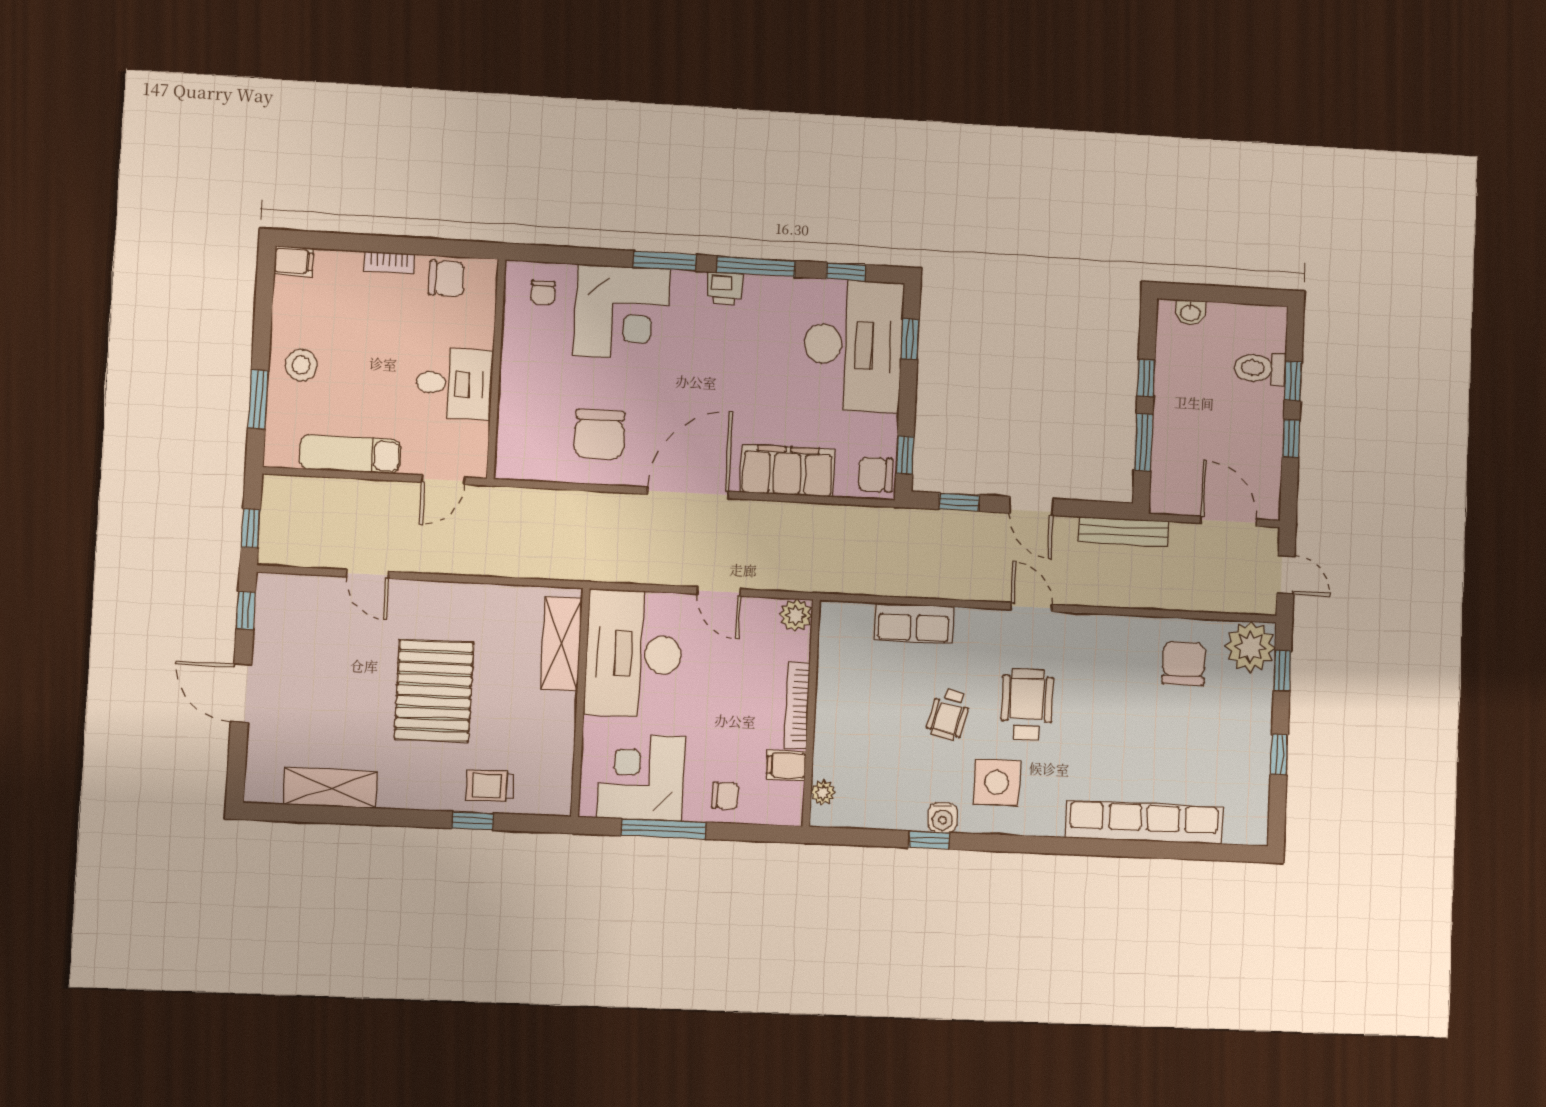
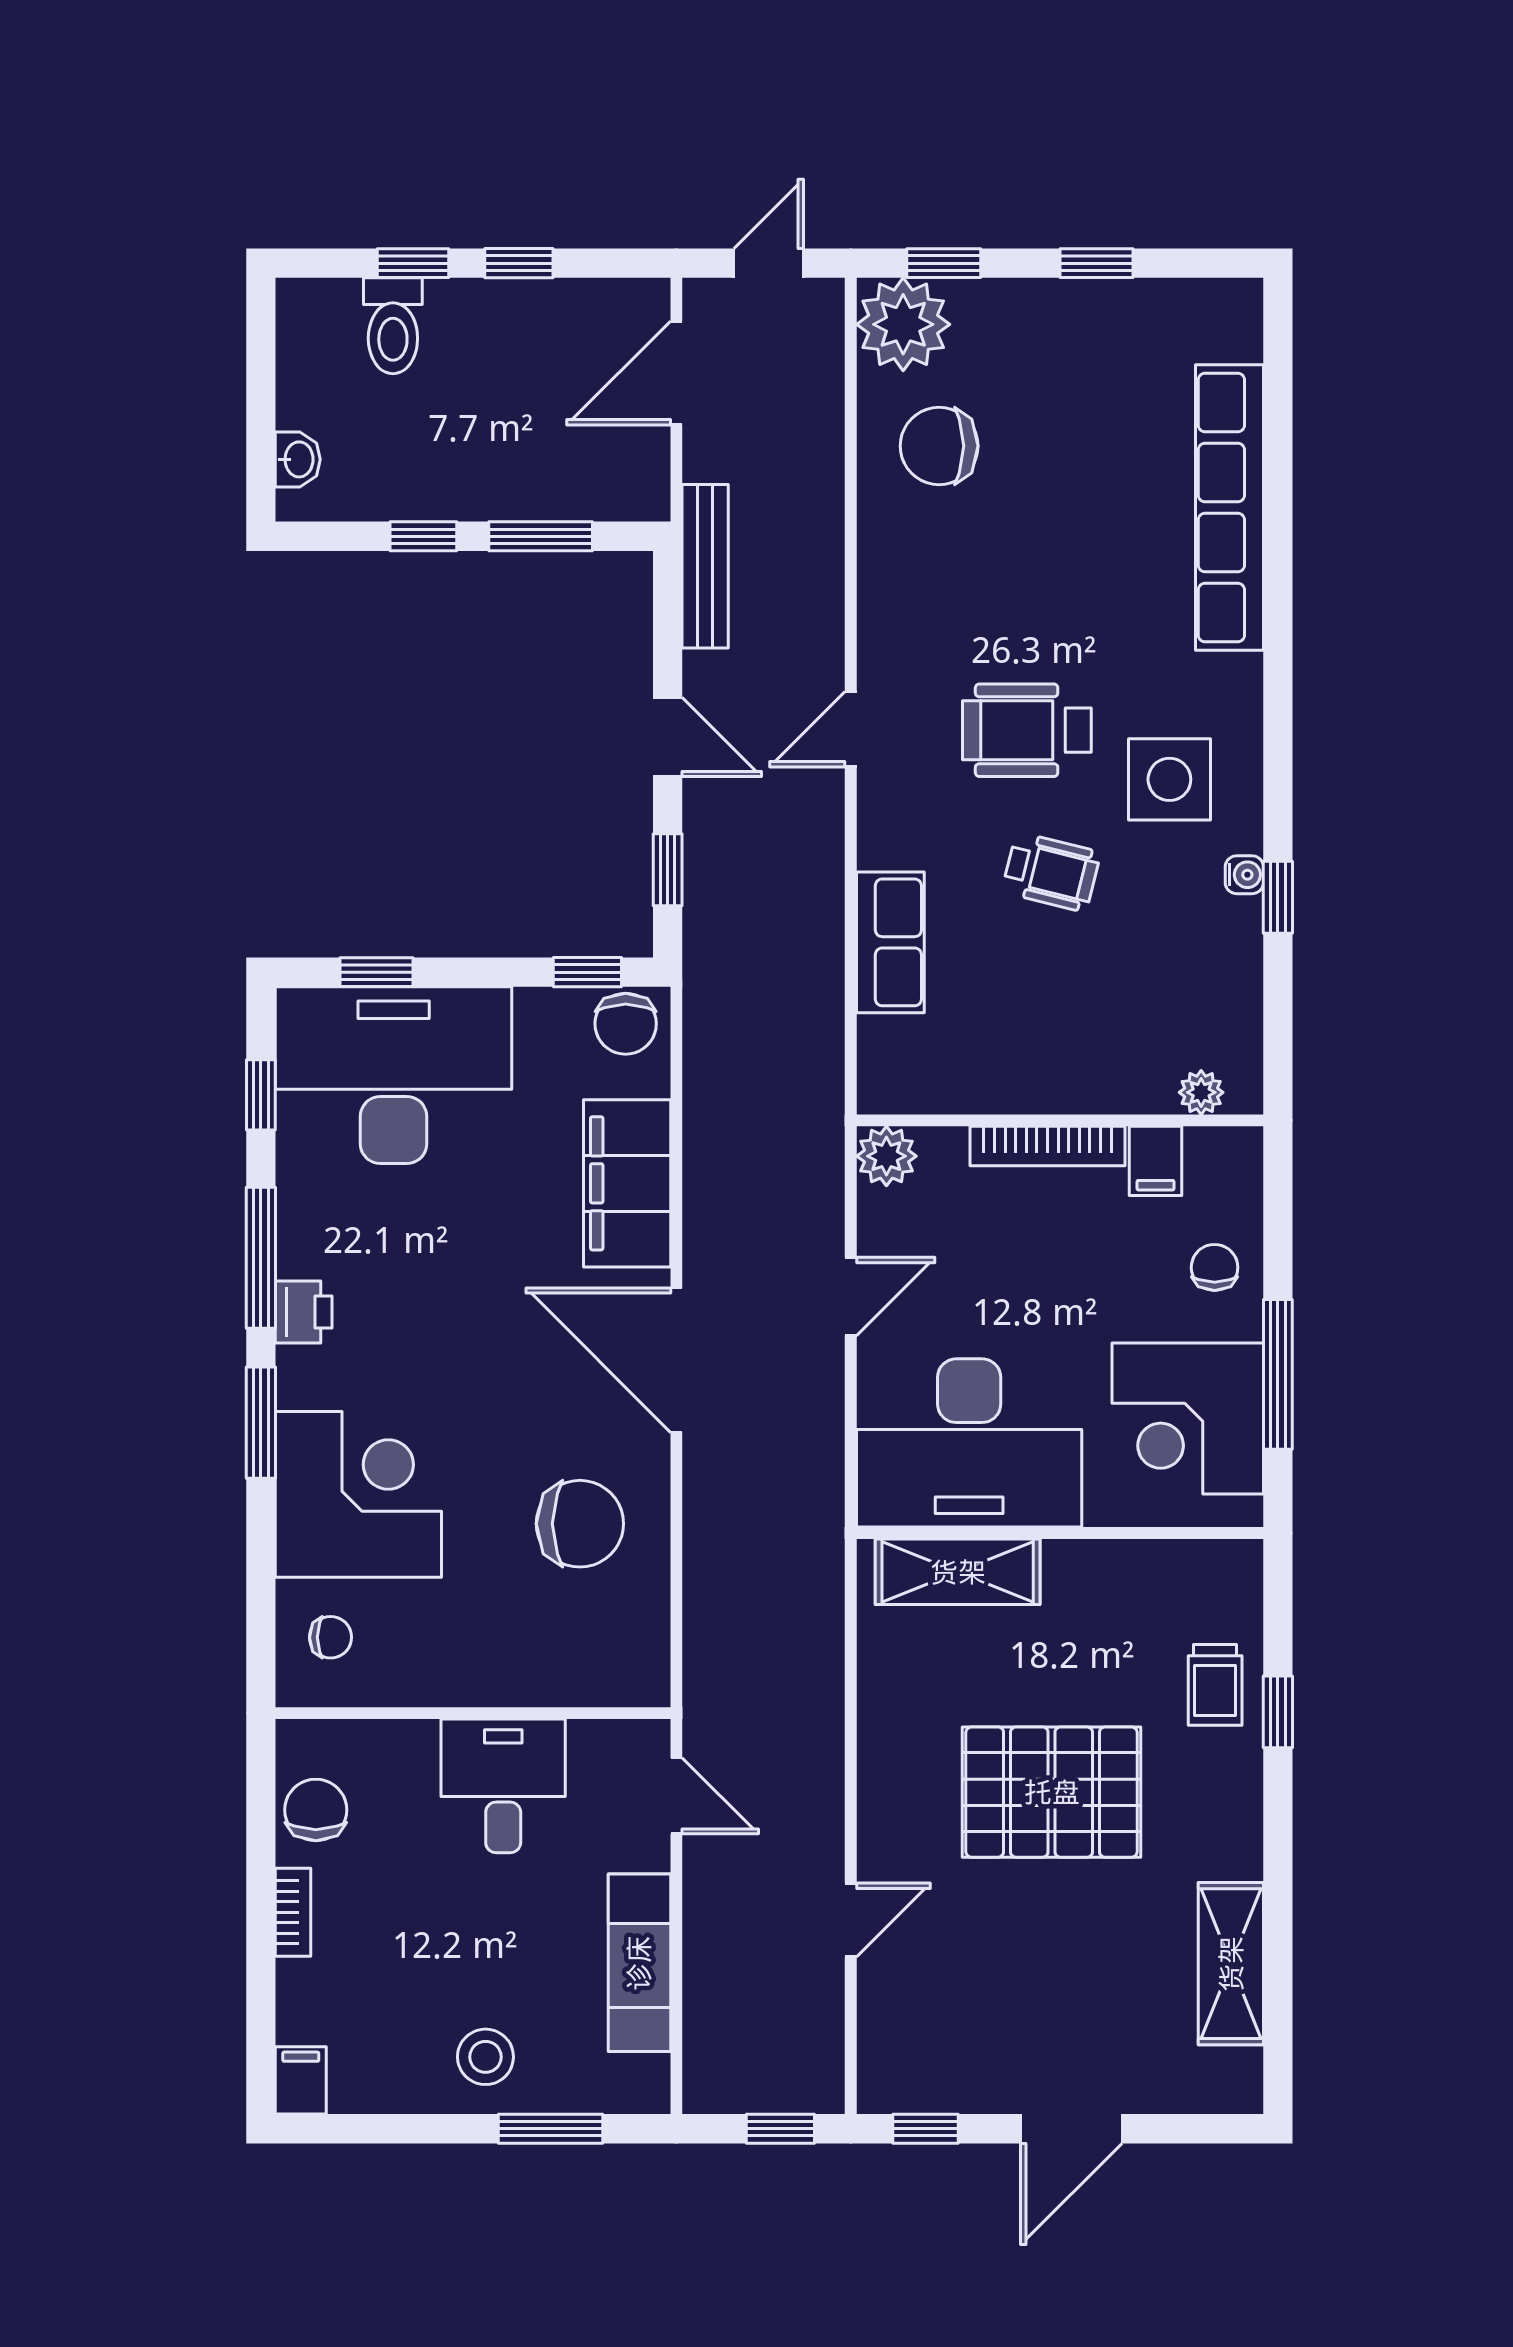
door: (1032, 506) -> (668, 737), hinge flipped
water cooler: (943, 818) -> (1244, 875), width x0.72, depth x0.72

